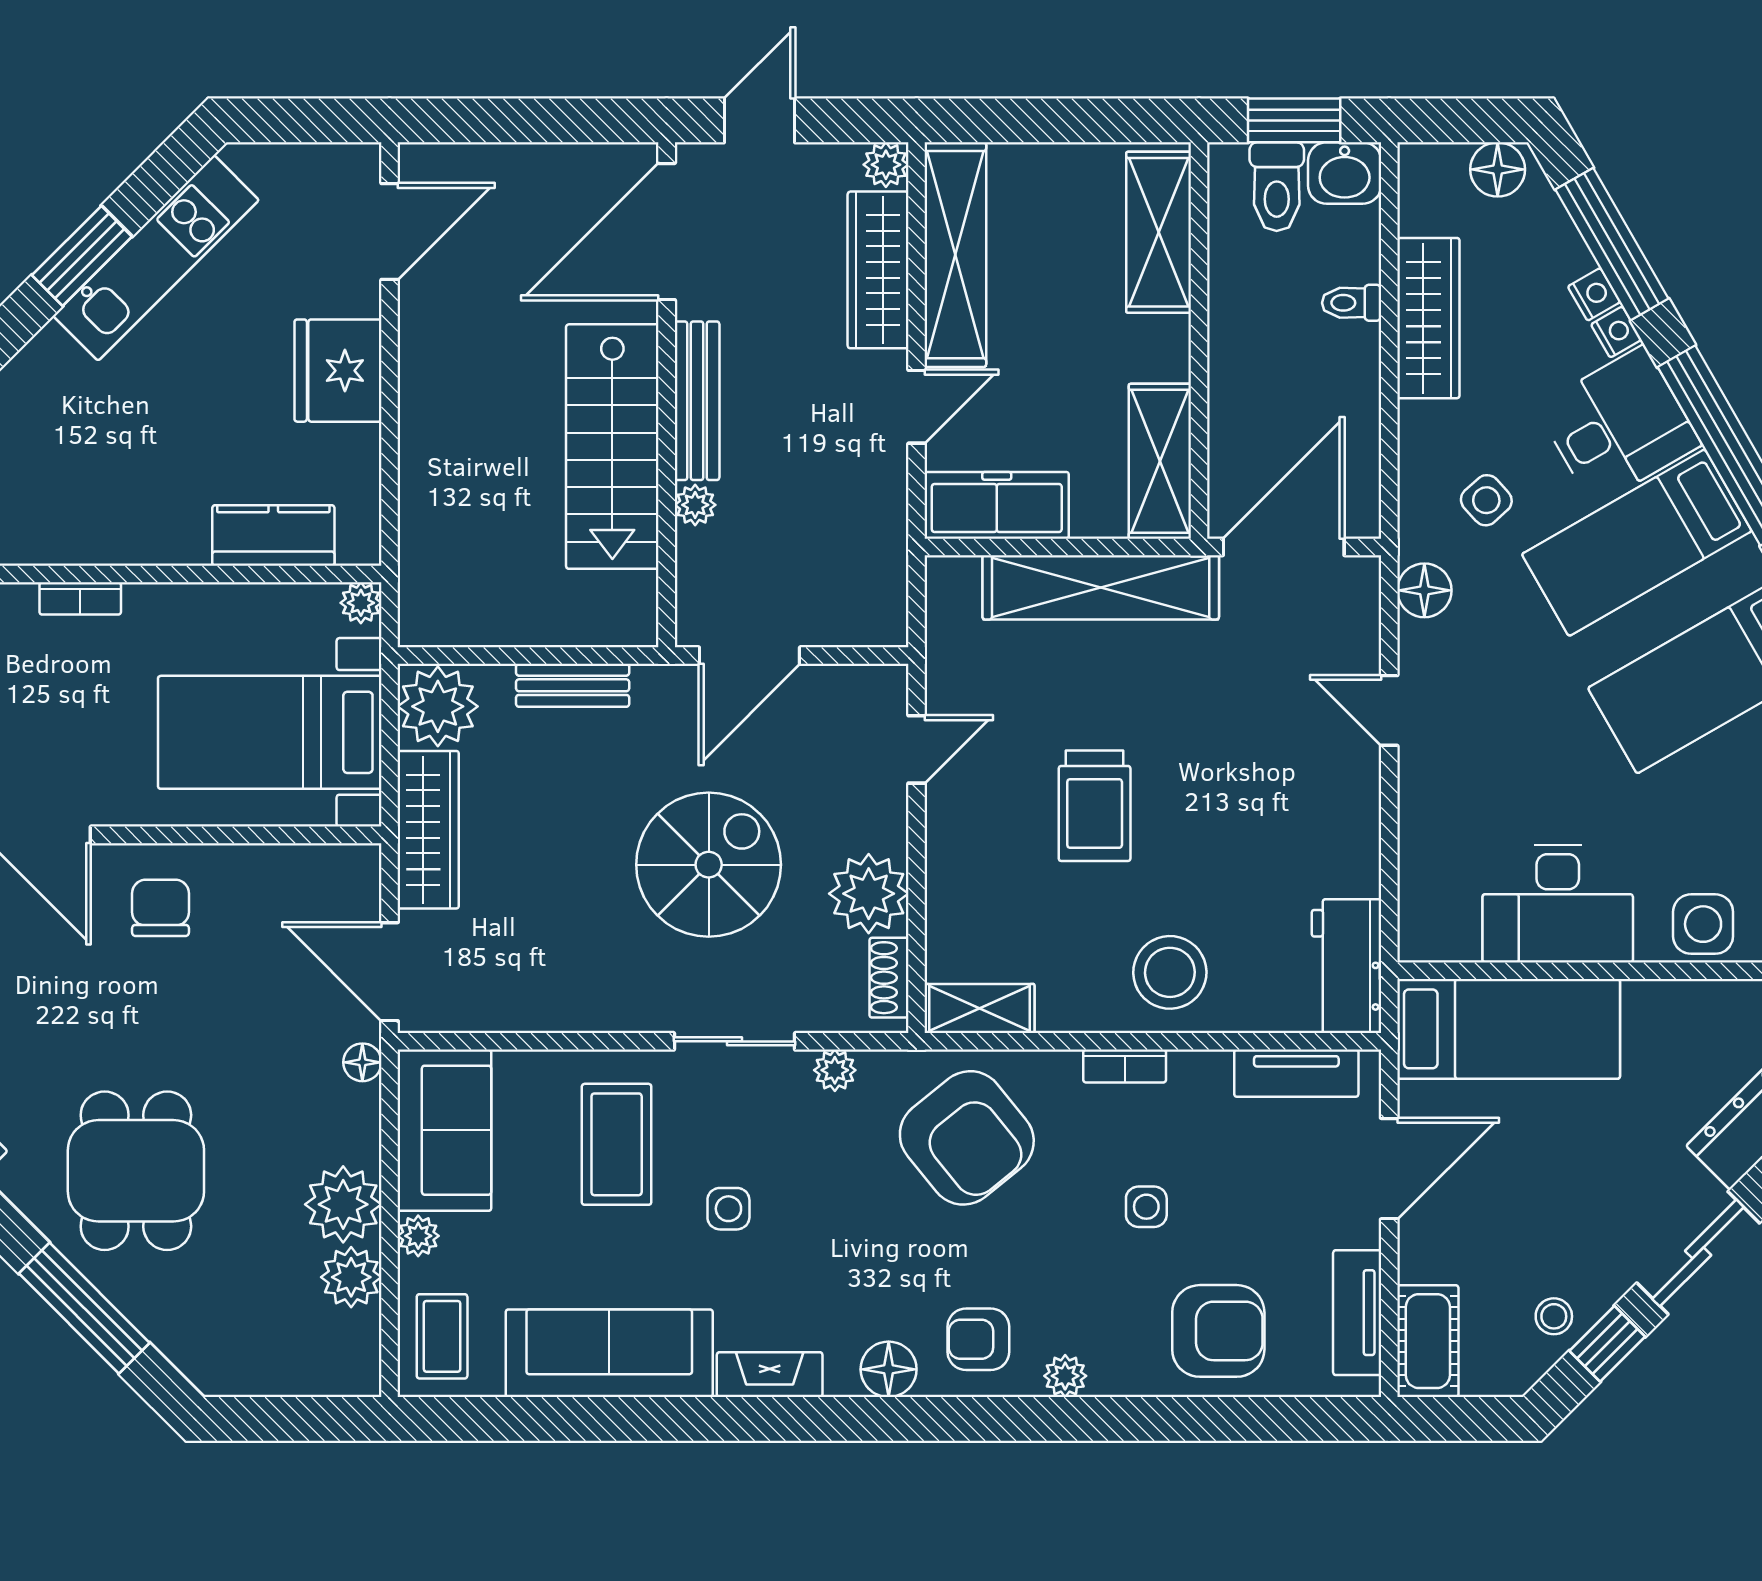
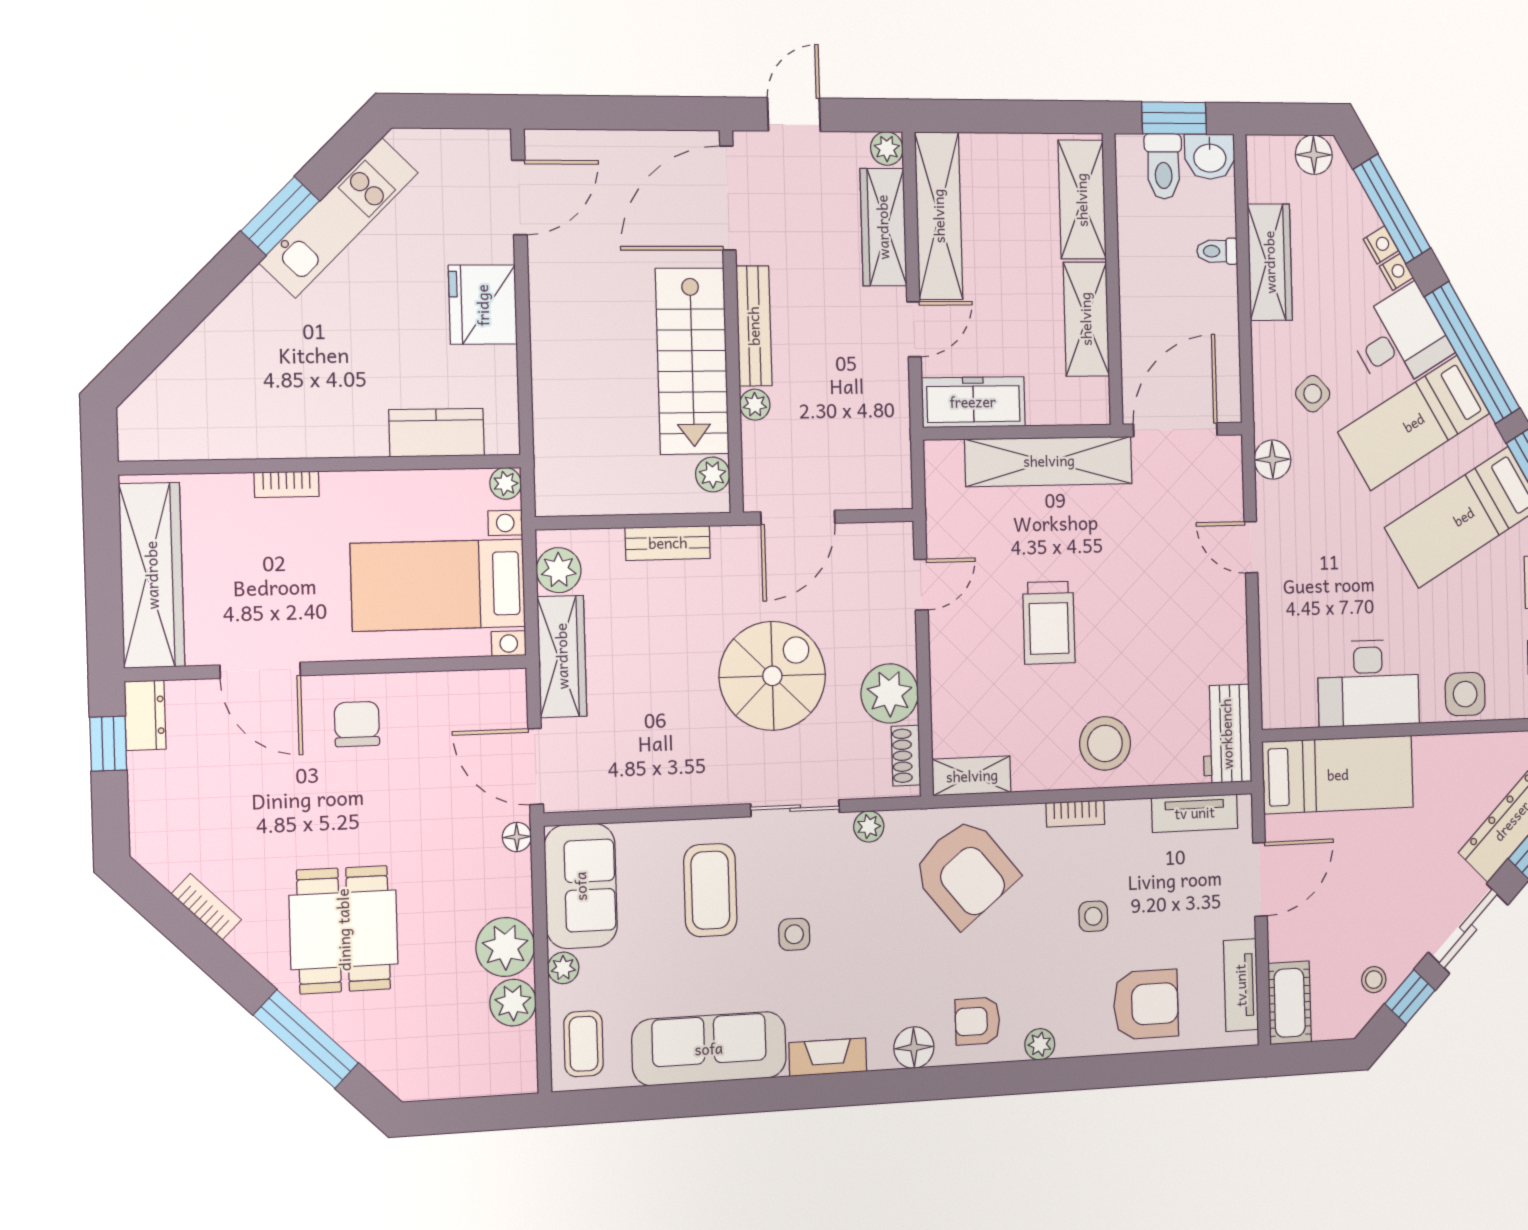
shelving: (1160, 461) -> (1086, 319), moved
plant: (636, 596) -> (713, 474), added
plant: (438, 706) -> (559, 570), width x0.73, depth x0.73

